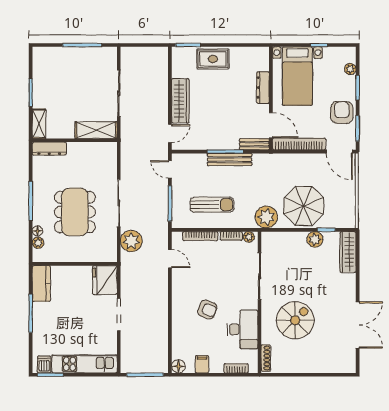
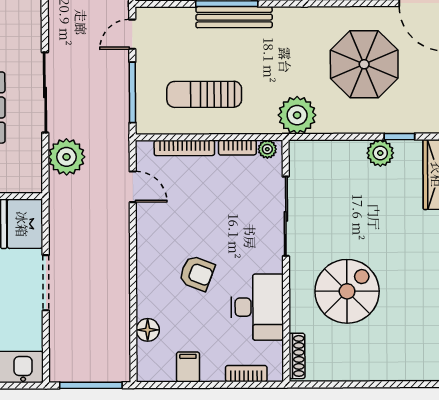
door: (170, 169) -> (132, 34), hinge flipped
sun lounger: (212, 205) -> (204, 94), turned 180
parasol: (304, 206) -> (364, 64), moved
floor lamp: (178, 366) -> (148, 330), moved

